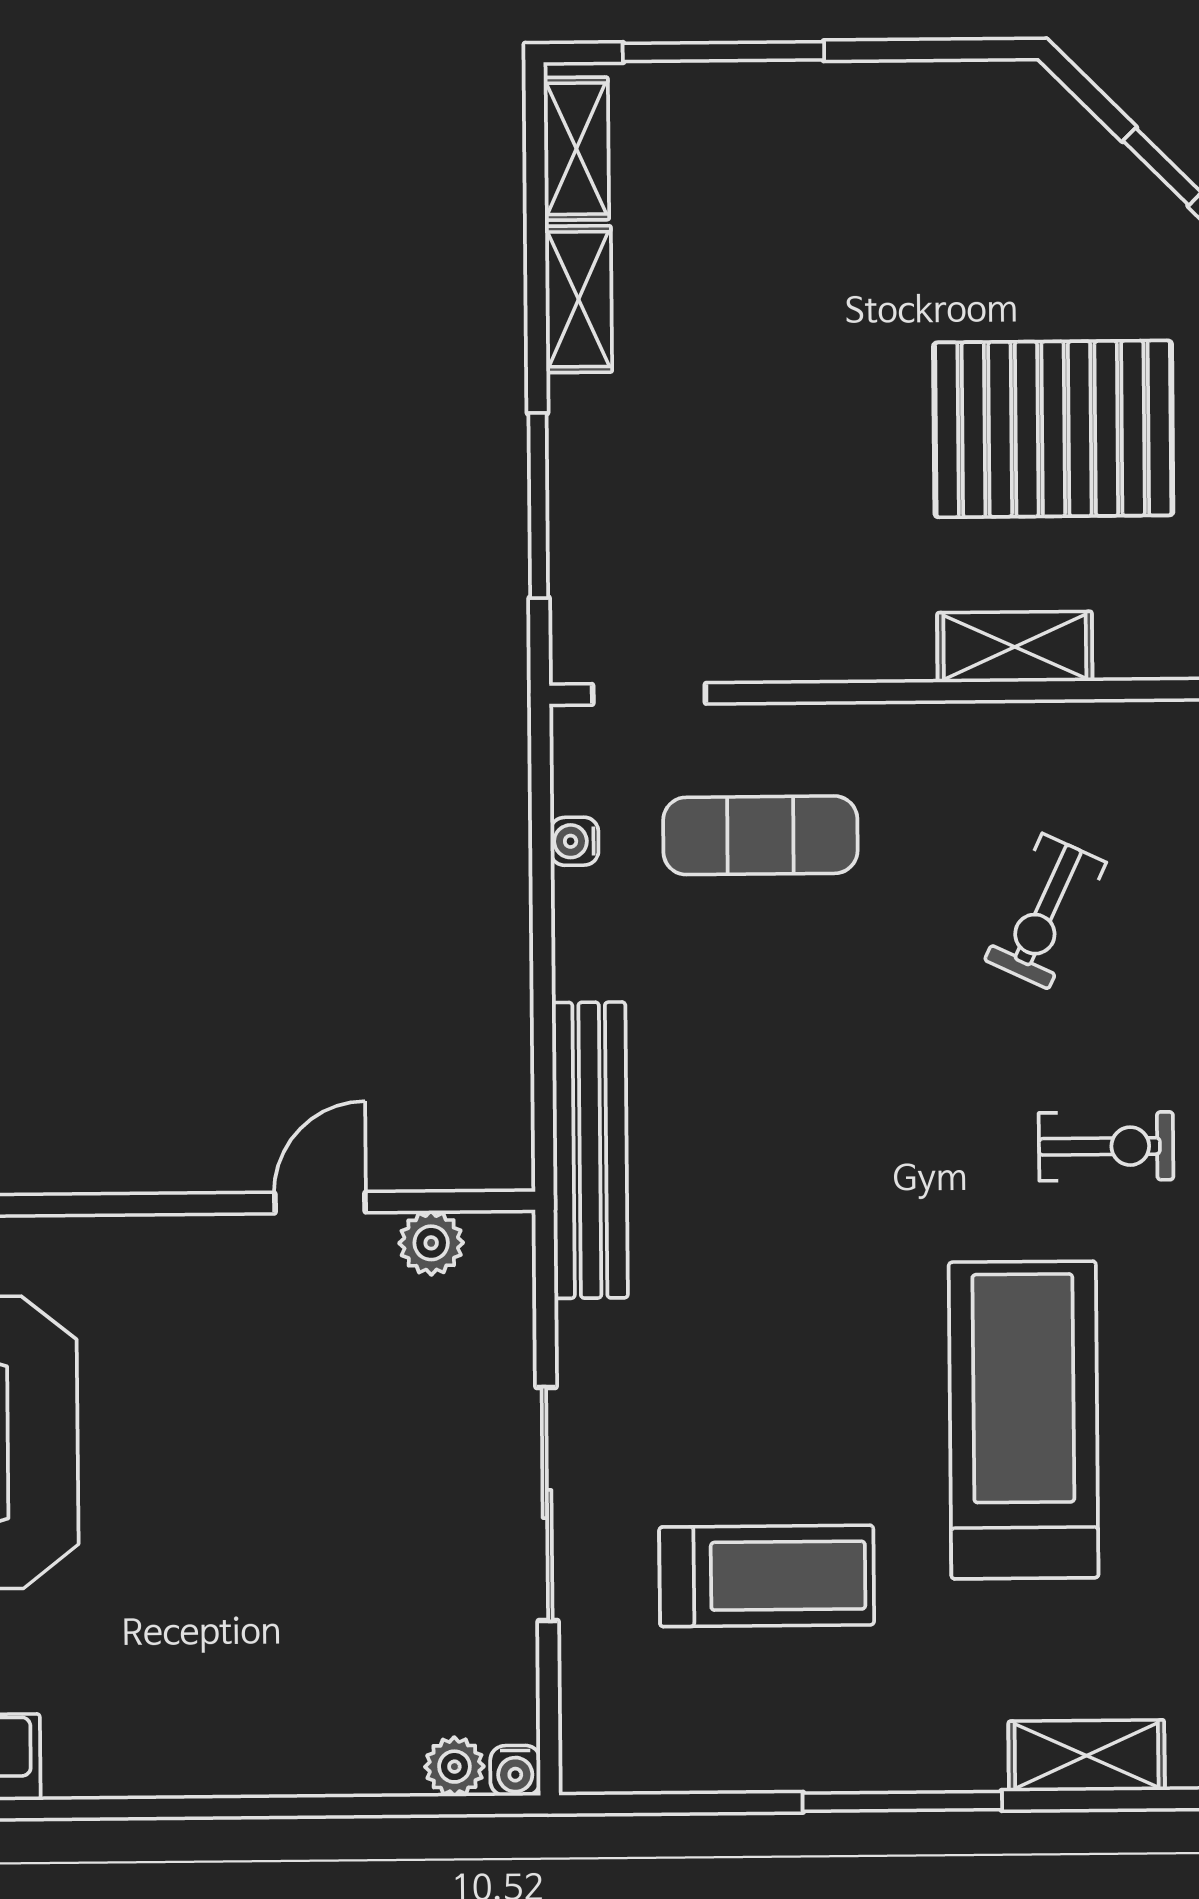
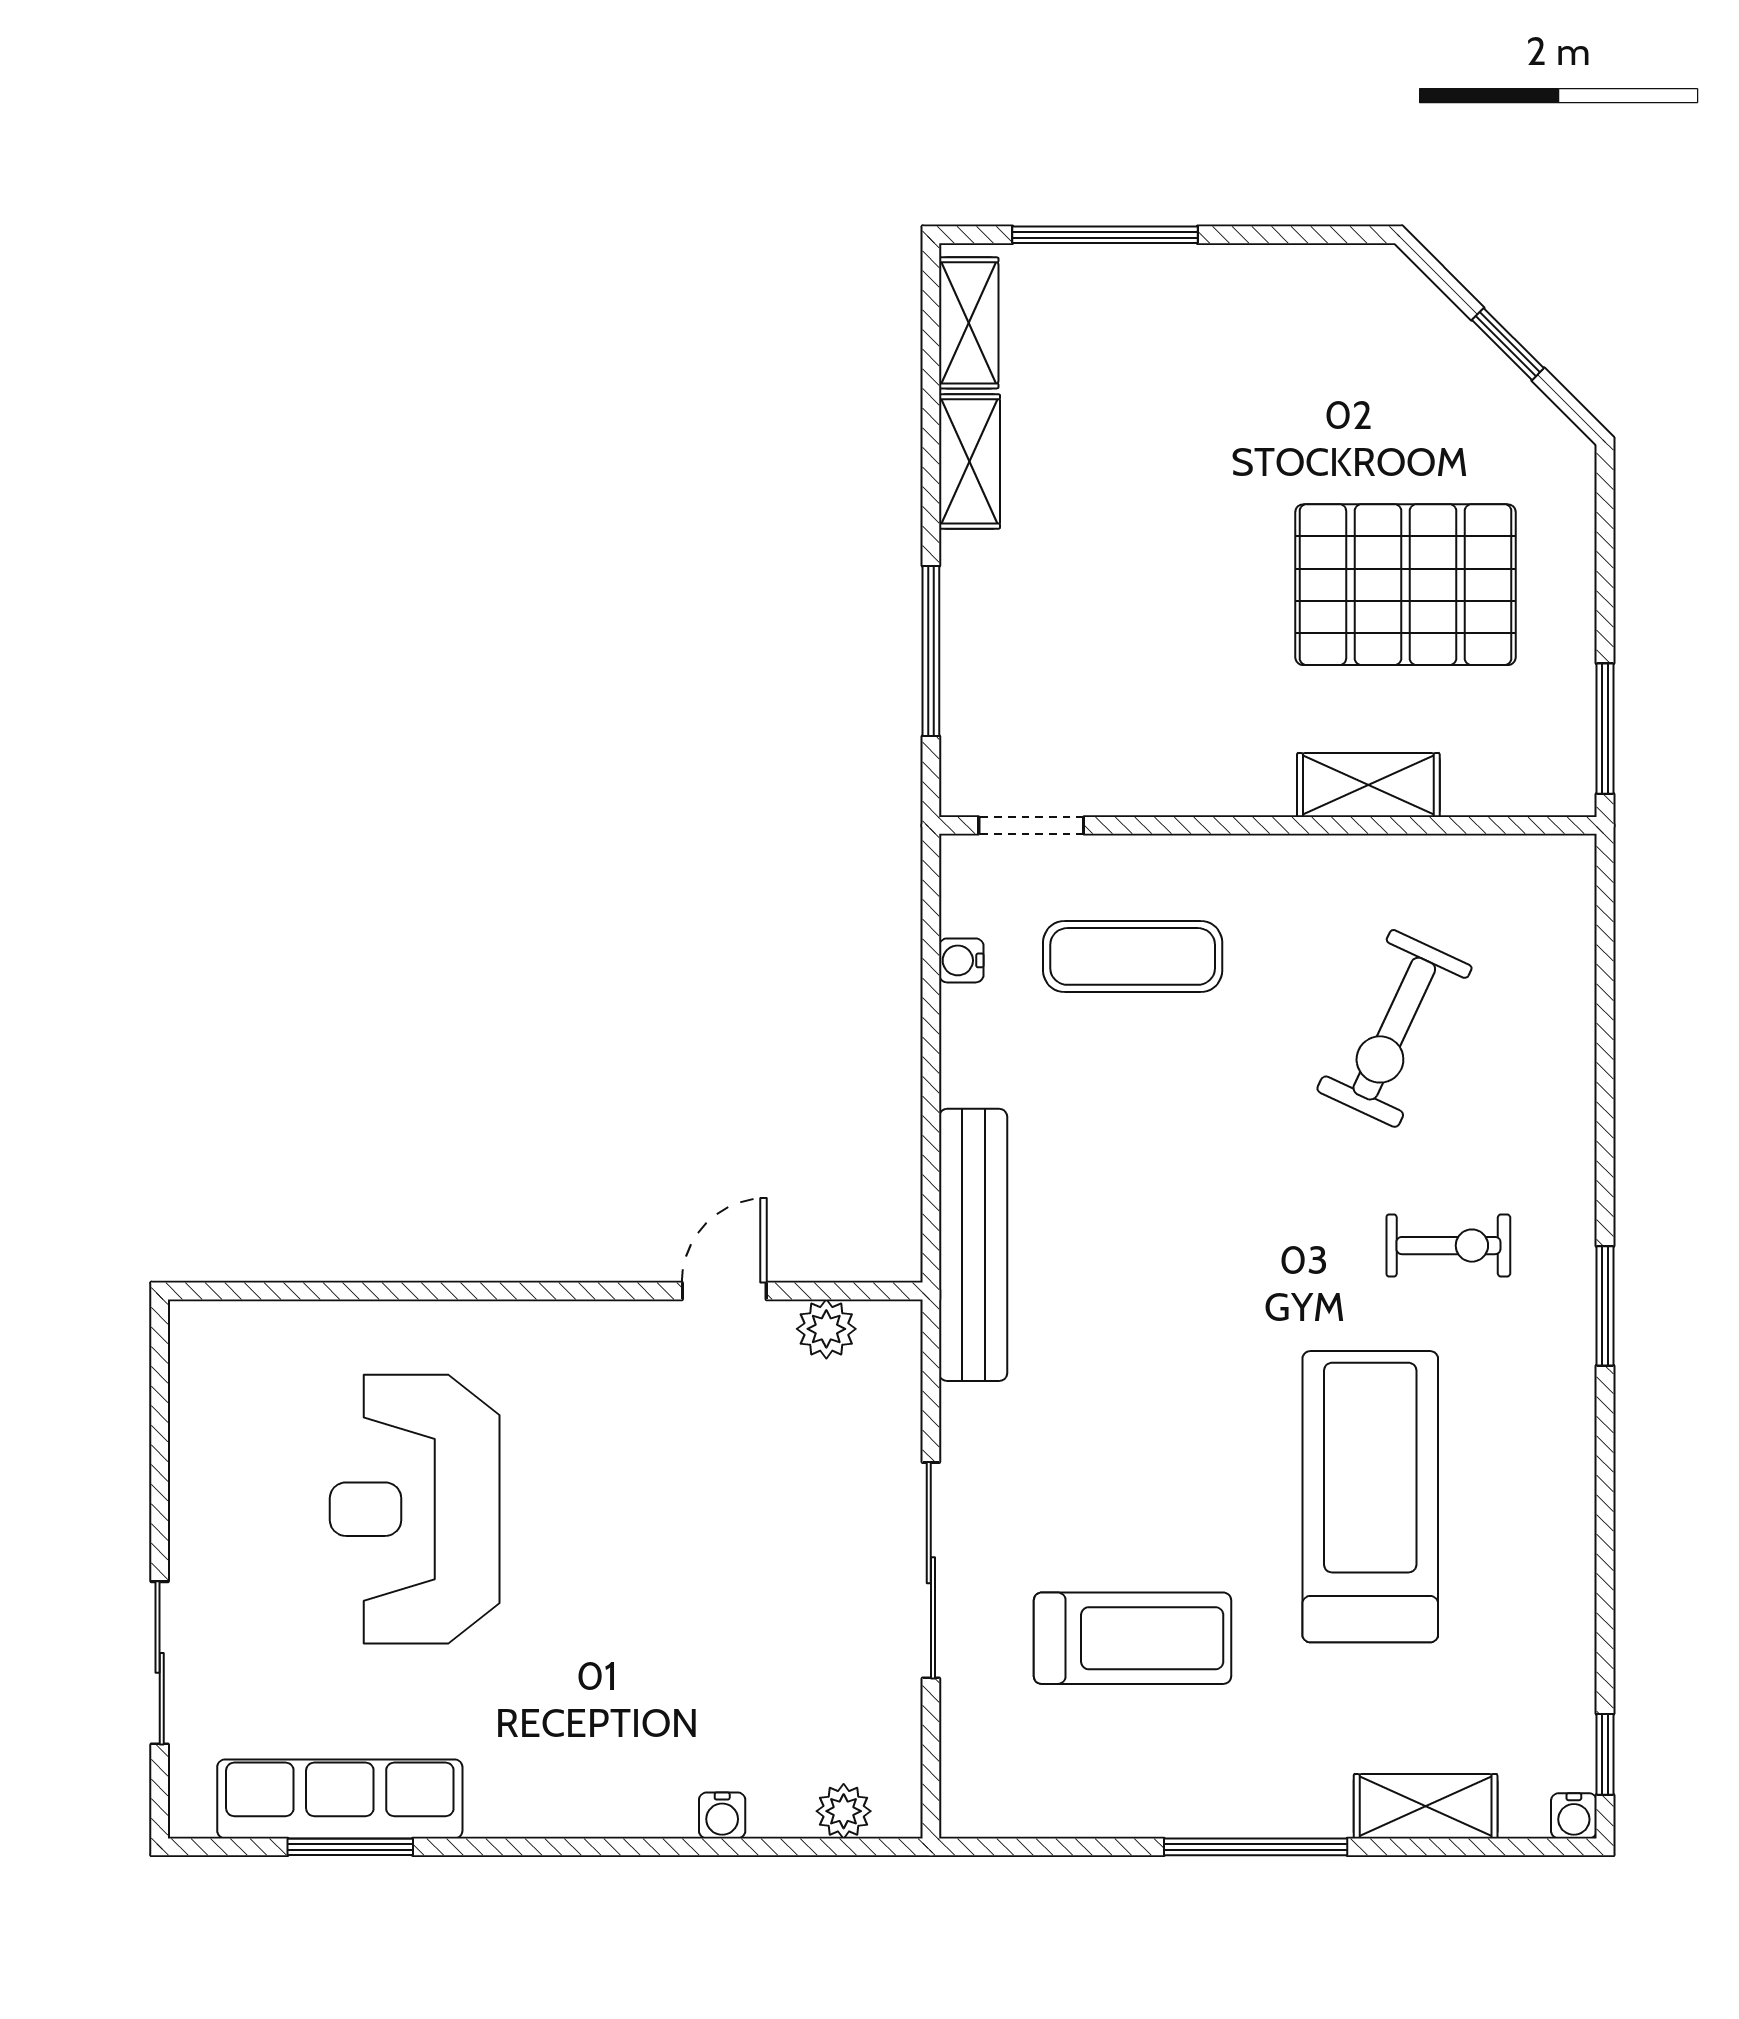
exercise bike: (1045, 911) -> (1394, 1029), width x1.38, depth x1.39
water cooler: (515, 1771) -> (722, 1815), moved

